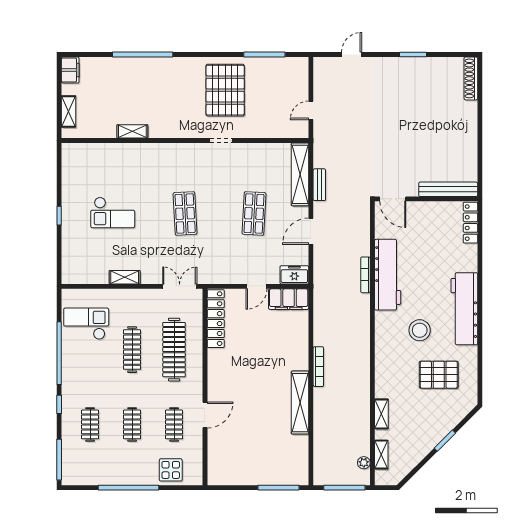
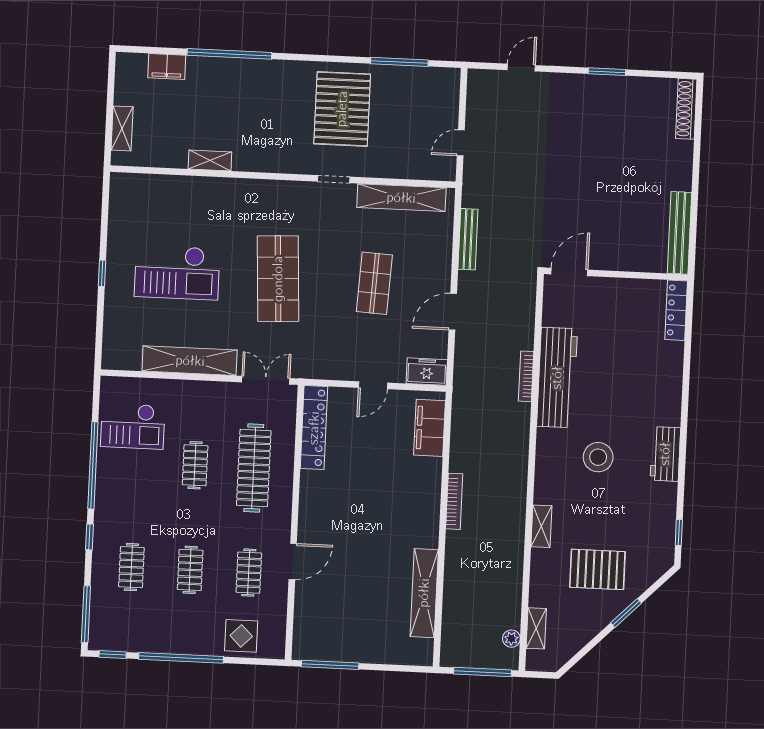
filing cabinet: (70, 70) -> (167, 66), moved, turned 90
shelving: (300, 174) -> (401, 198), moved, turned 90
bench: (319, 185) -> (468, 239), width x1.36
bench: (448, 189) -> (680, 233), moved, turned 90
door: (393, 199) -> (569, 272), swing flipped
checkout: (113, 212) -> (177, 273), width x1.36, depth x1.21
shop shelf: (185, 213) -> (278, 279), width x1.43, depth x1.36
shelving: (125, 277) -> (190, 361), width x2.20, depth x1.33
filing cabinet: (289, 299) -> (430, 428), moved, turned 90
workbench: (464, 309) -> (665, 454), width x0.53, depth x0.76
checkout: (86, 324) -> (133, 426), turned 180
clothes rail: (132, 350) -> (195, 465), width x0.73
pallet: (439, 375) -> (597, 569), moved
window: (480, 381) -> (679, 532), added
shelving: (300, 403) -> (424, 593), moved
shelving: (381, 414) -> (541, 526), moved
window: (80, 488) -> (113, 655), added
window: (279, 488) -> (330, 665), moved

